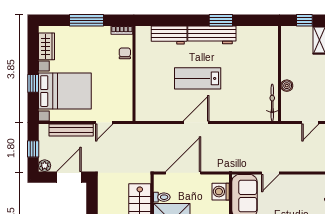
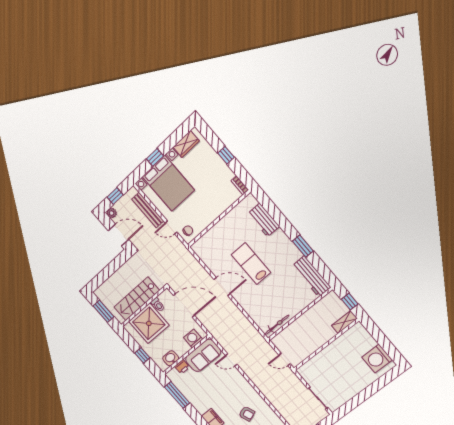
window: (86, 20) -> (226, 155), width x0.46
workbench: (212, 35) -> (312, 276), moved
chair: (125, 53) -> (188, 231), moved
boiler: (287, 86) -> (296, 325), removed

